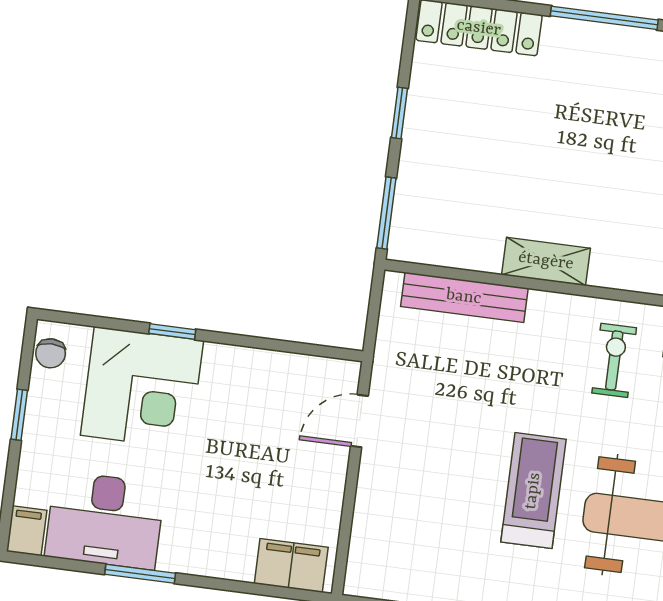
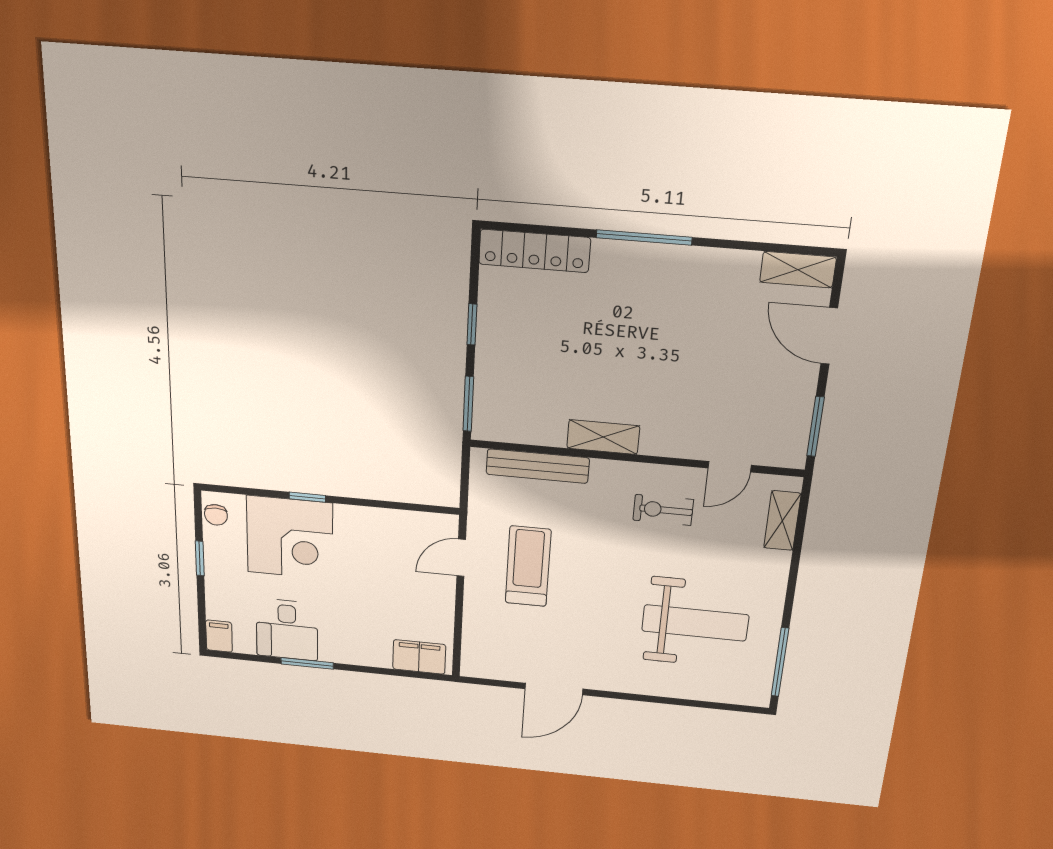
exercise bike: (614, 360) -> (663, 510), turned -90
treadmill: (533, 491) -> (528, 566), moved
desk: (105, 520) -> (287, 630), width x0.73

